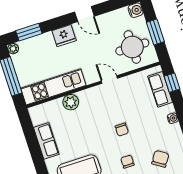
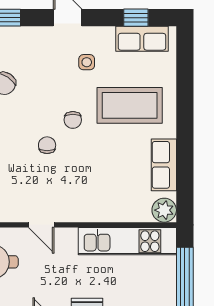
plant: (71, 102) -> (164, 210), moved
chair: (127, 162) -> (73, 120), moved

